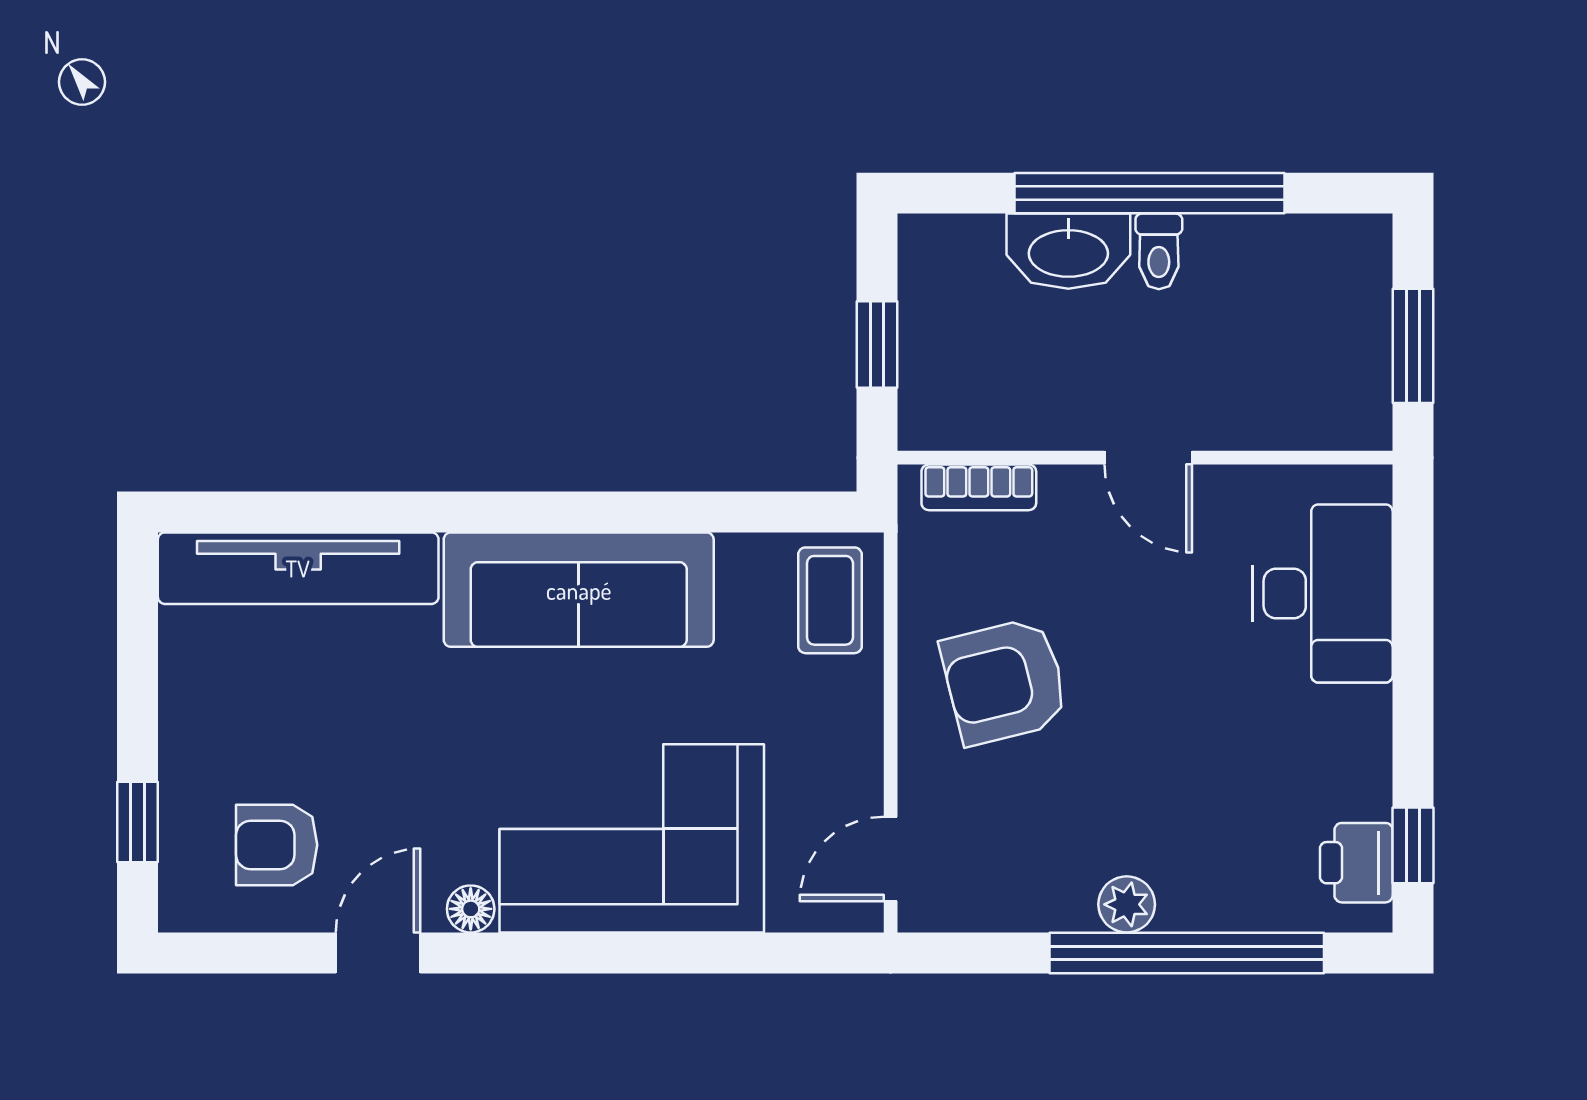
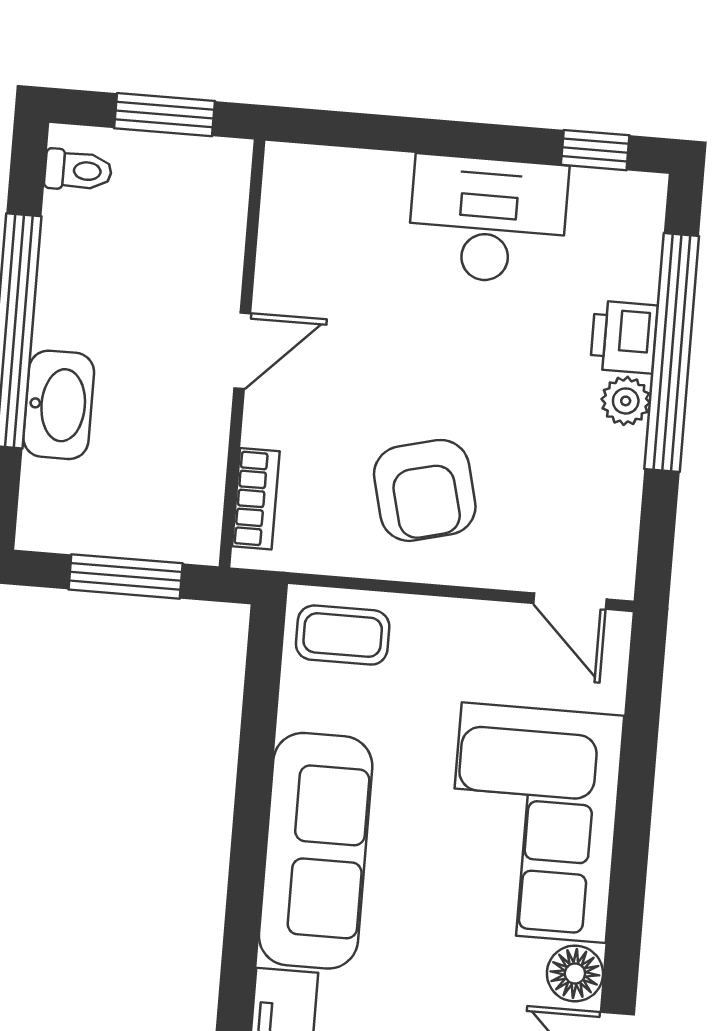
toilet: (1159, 251) -> (78, 170), moved
window: (877, 345) -> (126, 576), width x1.50
desk: (1323, 593) -> (488, 220), moved
printer: (1356, 863) -> (624, 337), moved, turned 90
floor lamp: (471, 909) -> (575, 973), width x1.37, depth x1.37

